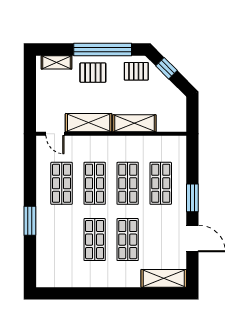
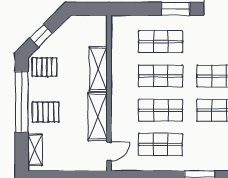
pallet: (136, 71) -> (44, 67), turned 90
pallet: (93, 73) -> (46, 112), turned 90

